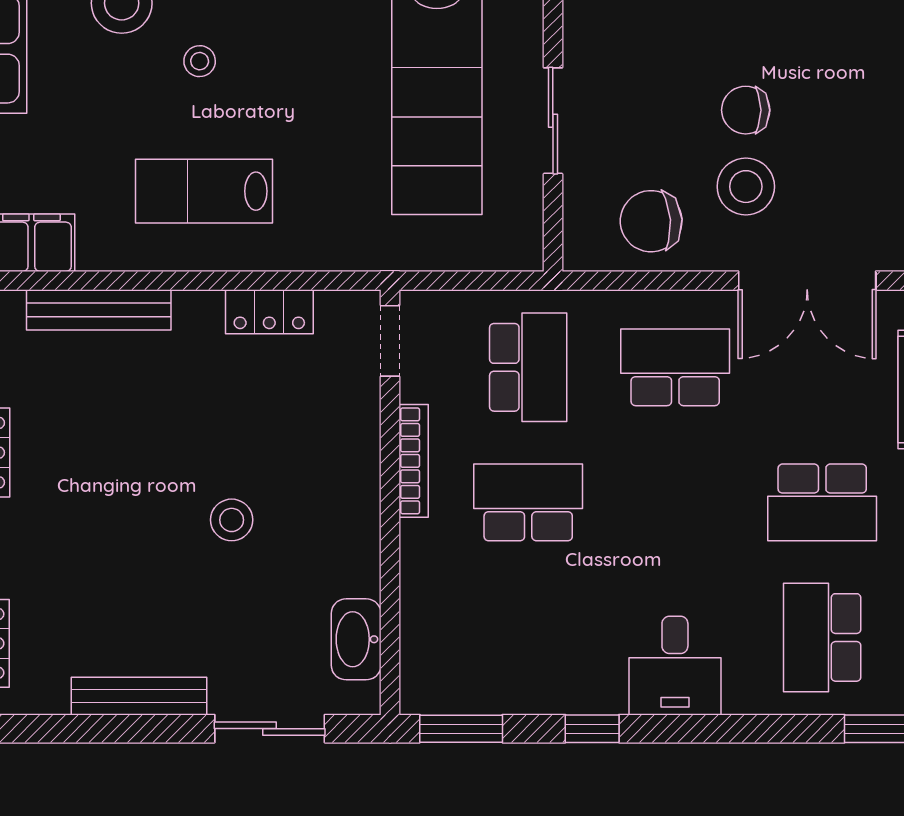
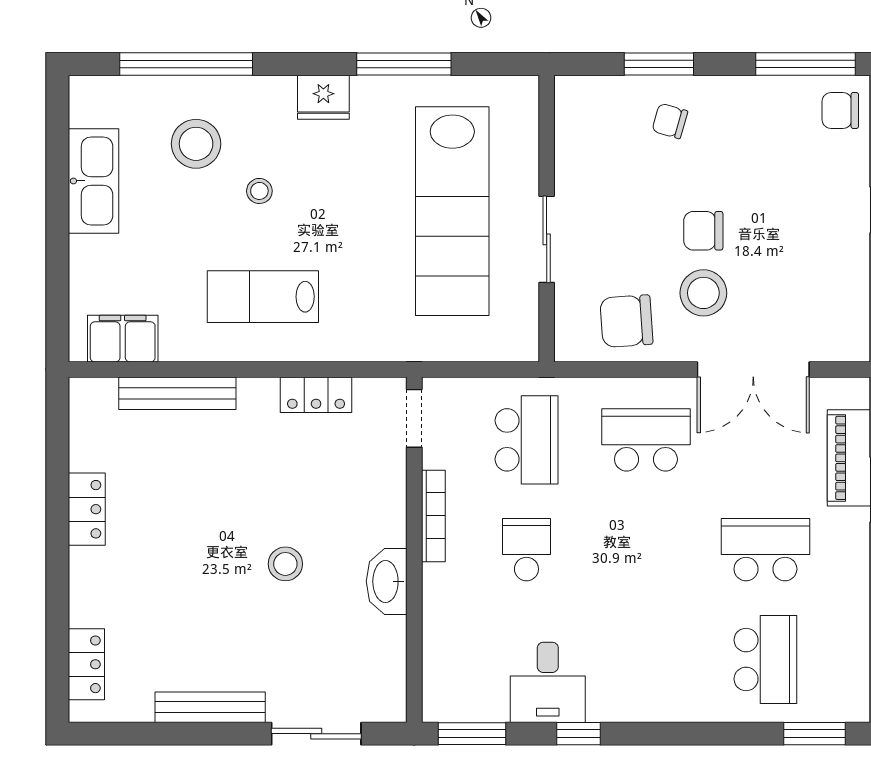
school desk: (528, 502) -> (526, 550), width x0.54
school desk: (822, 502) -> (765, 550), turned 180
school desk: (822, 637) -> (765, 659), turned 180
washbasin: (356, 639) -> (387, 581), moved
desk: (675, 666) -> (548, 682), moved

